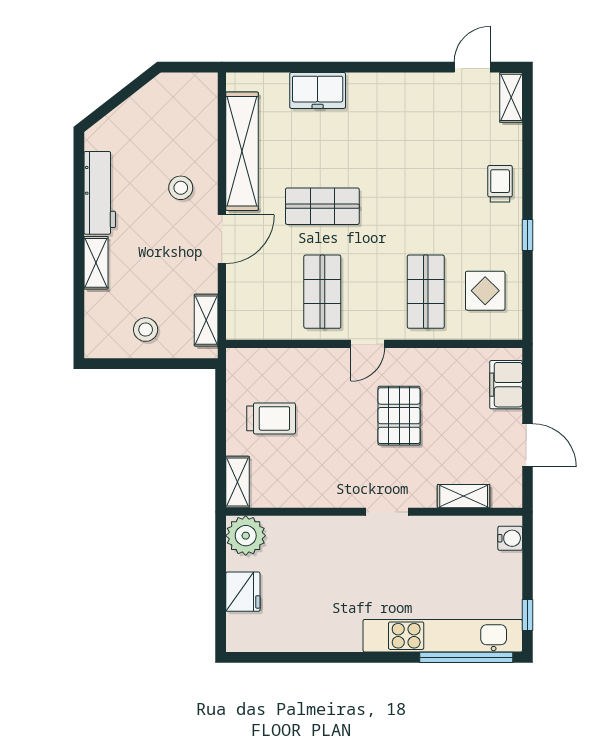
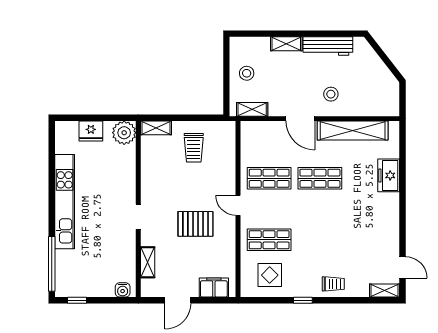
shop shelf: (322, 206) -> (320, 178), turned 90
kitchen unit: (443, 636) -> (65, 202), moved

